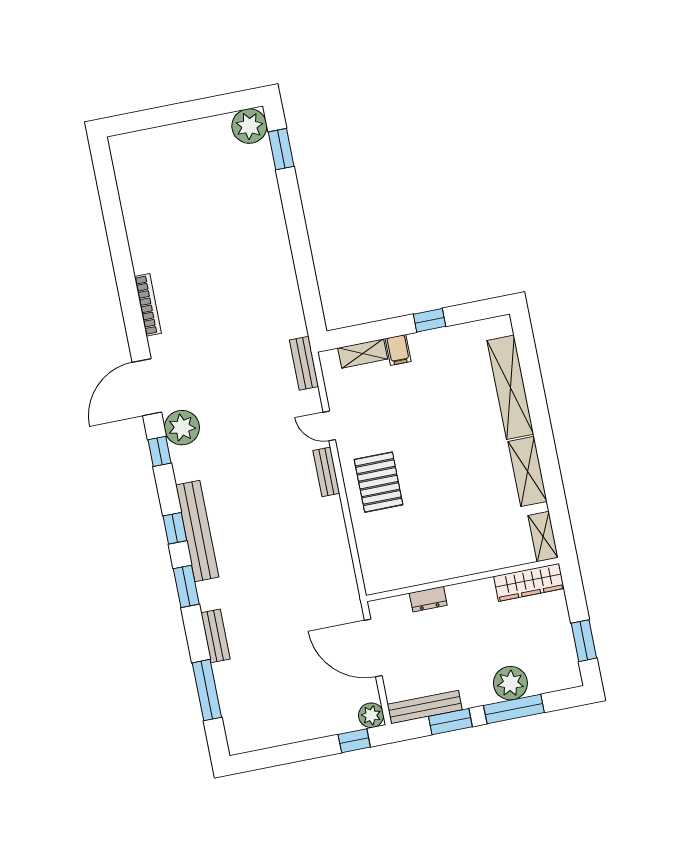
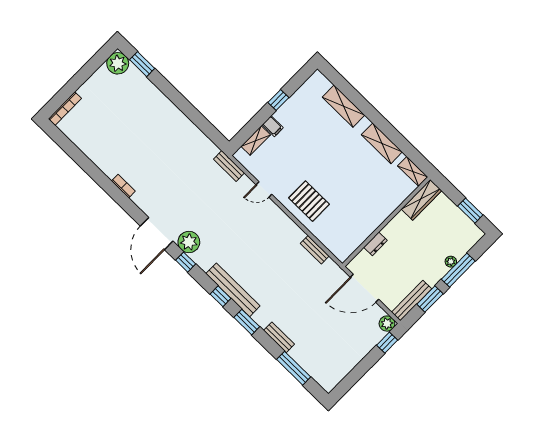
bookcase: (138, 138) -> (65, 109), added
bookcase: (148, 305) -> (123, 186), width x0.64
shelving: (510, 387) -> (344, 106), width x0.68
bench: (326, 472) -> (315, 250), moved
plant: (510, 683) -> (451, 262), width x0.53, depth x0.53

